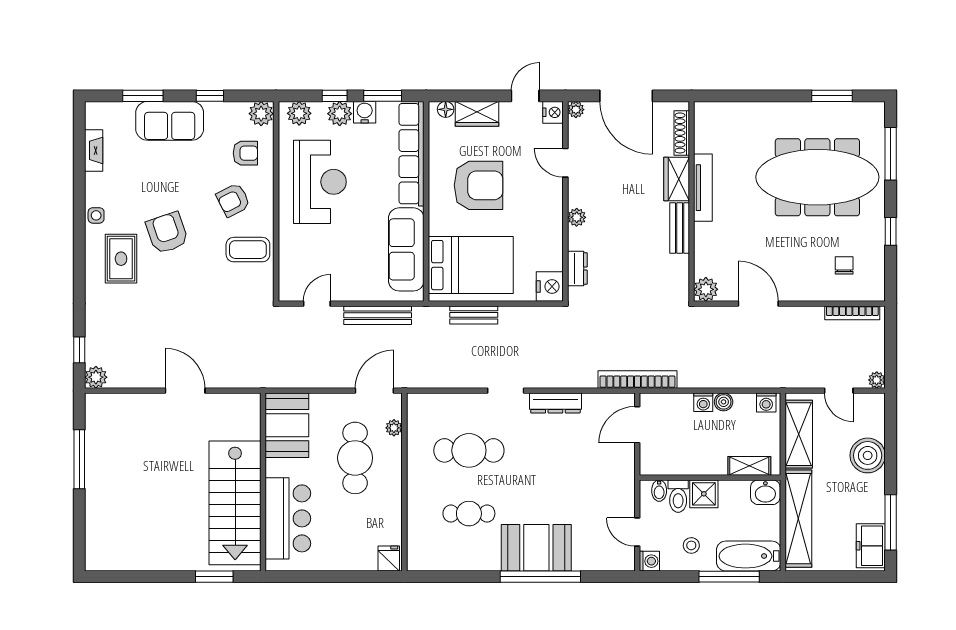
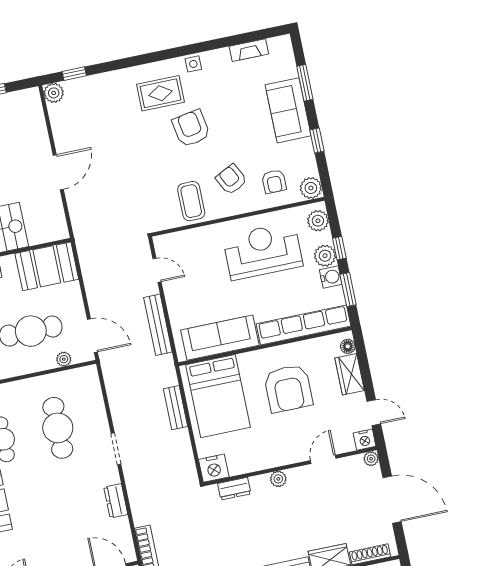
door: (626, 96) -> (392, 500), swing flipped
reception desk: (320, 182) -> (263, 251), turned 180
armchair: (167, 233) -> (191, 128), turned -81
dresser: (555, 403) -> (116, 501), width x0.70

